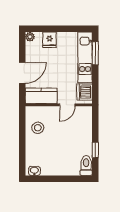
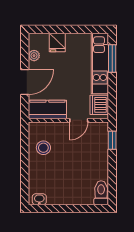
plant: (30, 37) -> (34, 56), moved
window: (95, 150) -> (112, 140), moved

